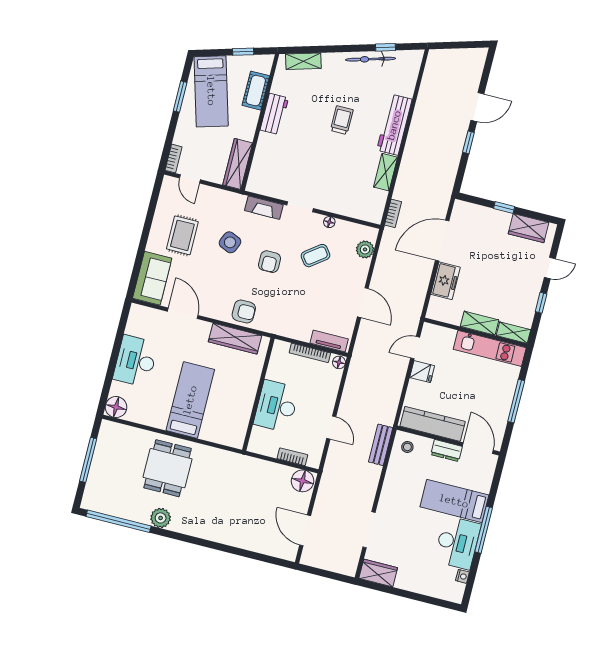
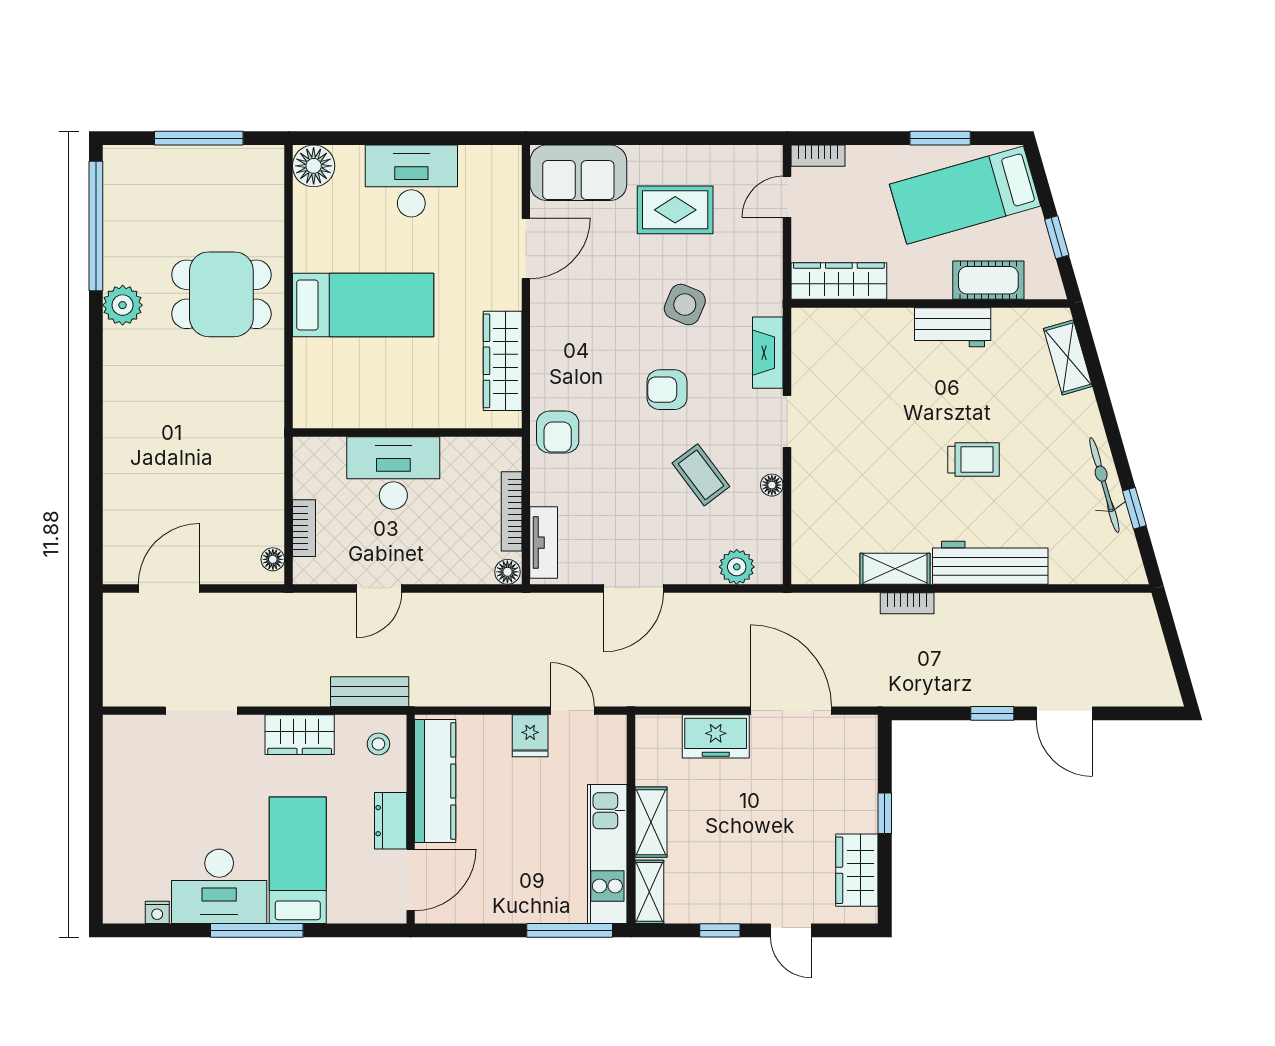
bookcase: (393, 213) -> (907, 603), moved
armchair: (244, 311) -> (558, 432), moved
window: (516, 401) -> (570, 930), moved
floor lamp: (303, 481) -> (273, 559), width x0.53, depth x0.53
wardrobe: (378, 573) -> (300, 735), moved, turned 90

